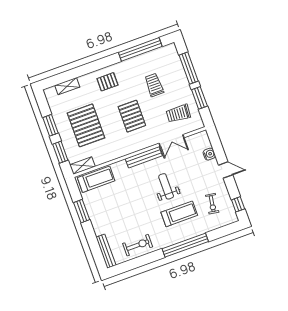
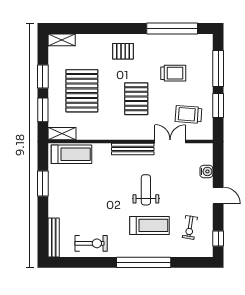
trolley: (154, 85) -> (173, 73), turned 90
shelving: (67, 86) -> (62, 40), moved
double door: (171, 140) -> (170, 141), swing flipped

